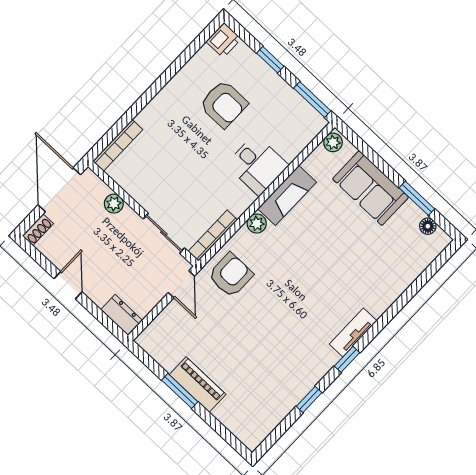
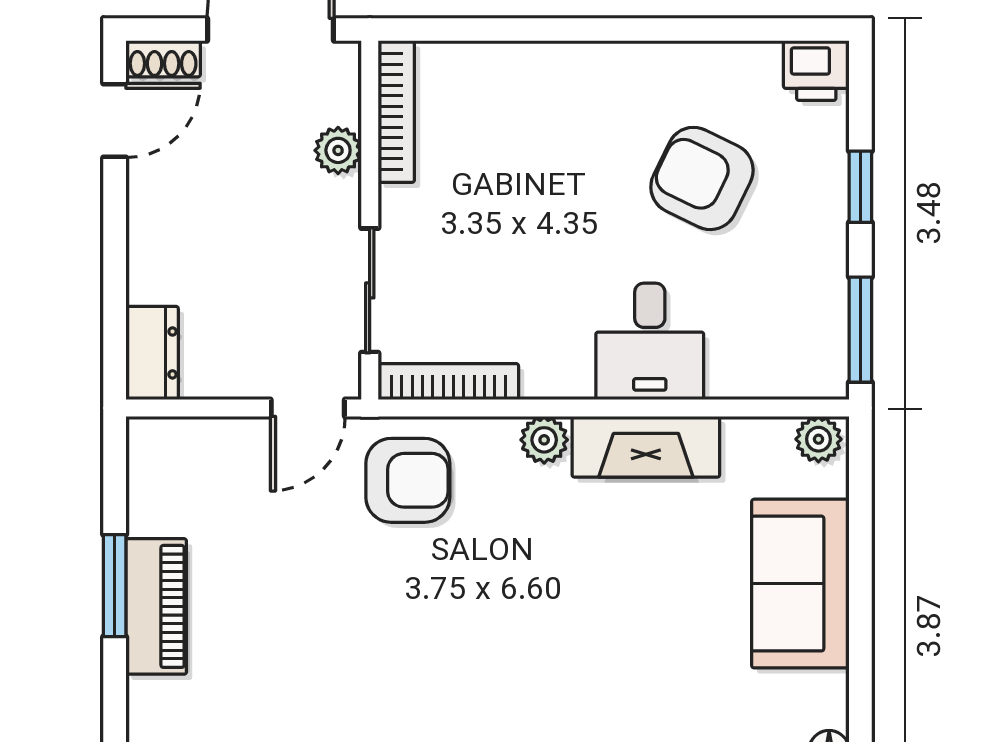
armchair: (224, 104) -> (702, 178), turned 116
bookcase: (118, 145) -> (396, 112), moved, turned -90
window: (417, 198) -> (860, 684), removed
door: (68, 285) -> (115, 120), moved

